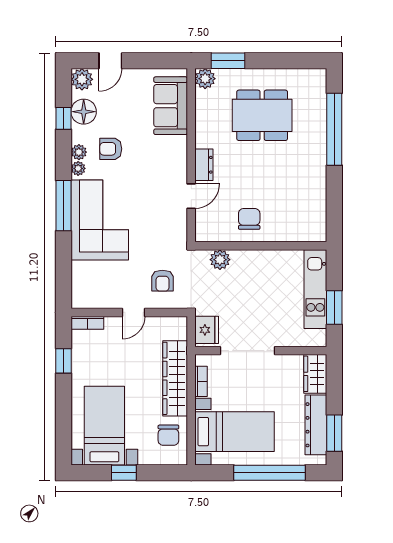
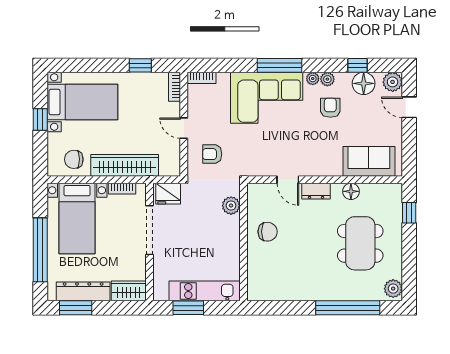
window: (228, 61) -> (409, 213), width x0.67
plant: (205, 79) -> (393, 289), moved
floor lamp: (204, 126) -> (351, 191), added
bookcase: (77, 293) -> (202, 78), added

